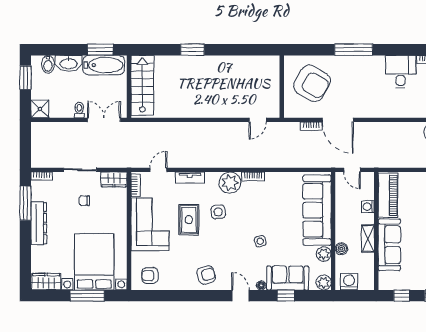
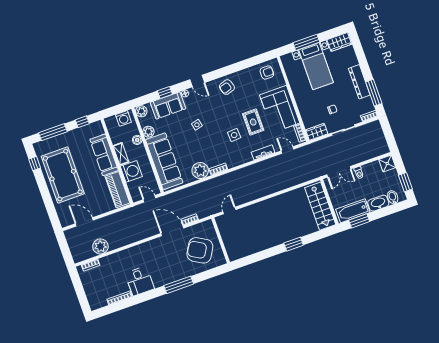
door: (158, 170) -> (287, 150), swing flipped
plant: (230, 183) -> (200, 171), moved
washing machine: (368, 207) -> (131, 171), width x1.89, depth x1.89
bed with nightstands: (94, 262) -> (316, 66), width x0.73

